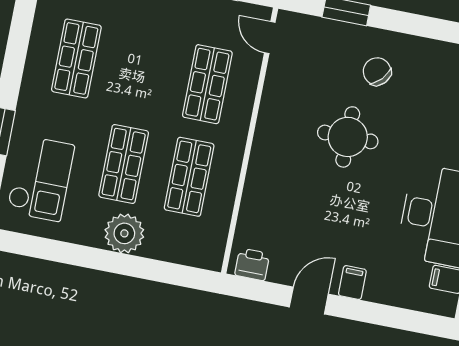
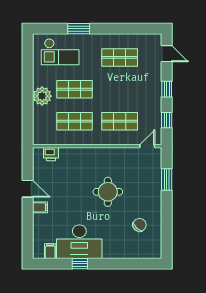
chair: (377, 72) -> (139, 225), moved
printer: (252, 264) -> (51, 154), moved, turned 90

